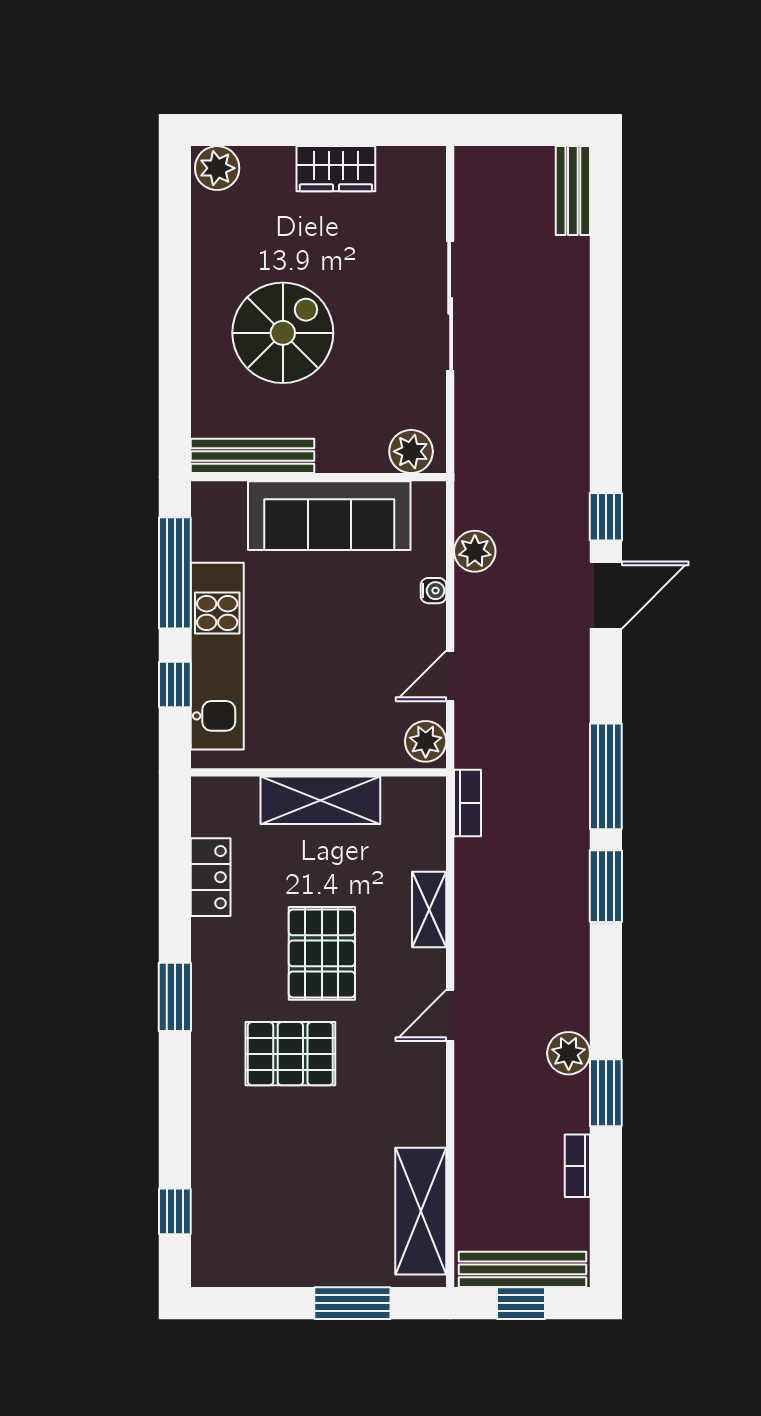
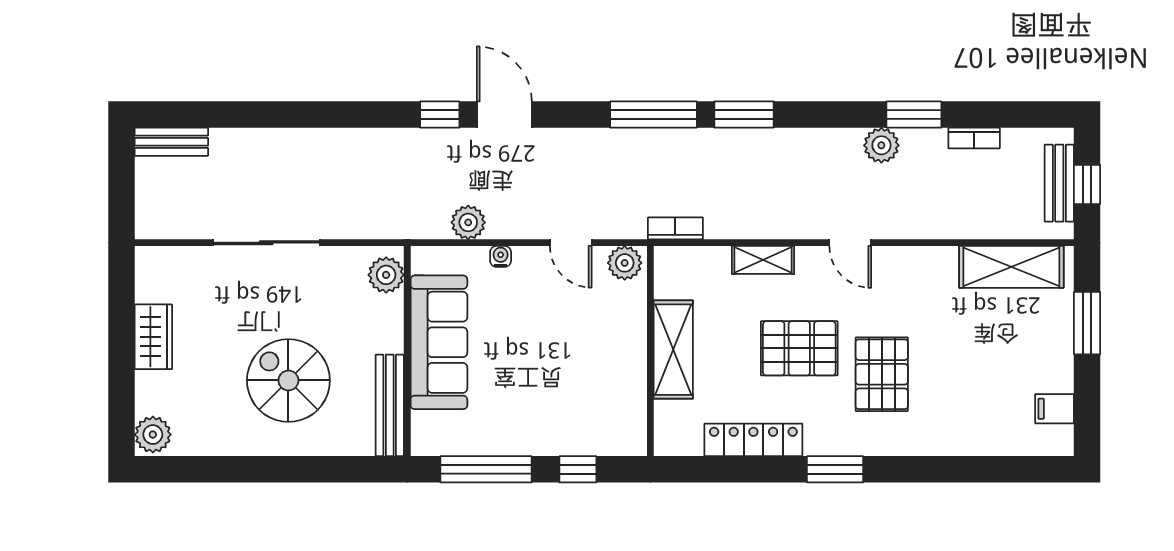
kitchen unit: (217, 656) -> (554, 434), removed
locker: (211, 877) -> (753, 440), width x1.53
window: (175, 1211) -> (1012, 469), removed
filing cabinet: (248, 1264) -> (1055, 409), added
bench: (523, 1269) -> (1059, 183), width x0.73

